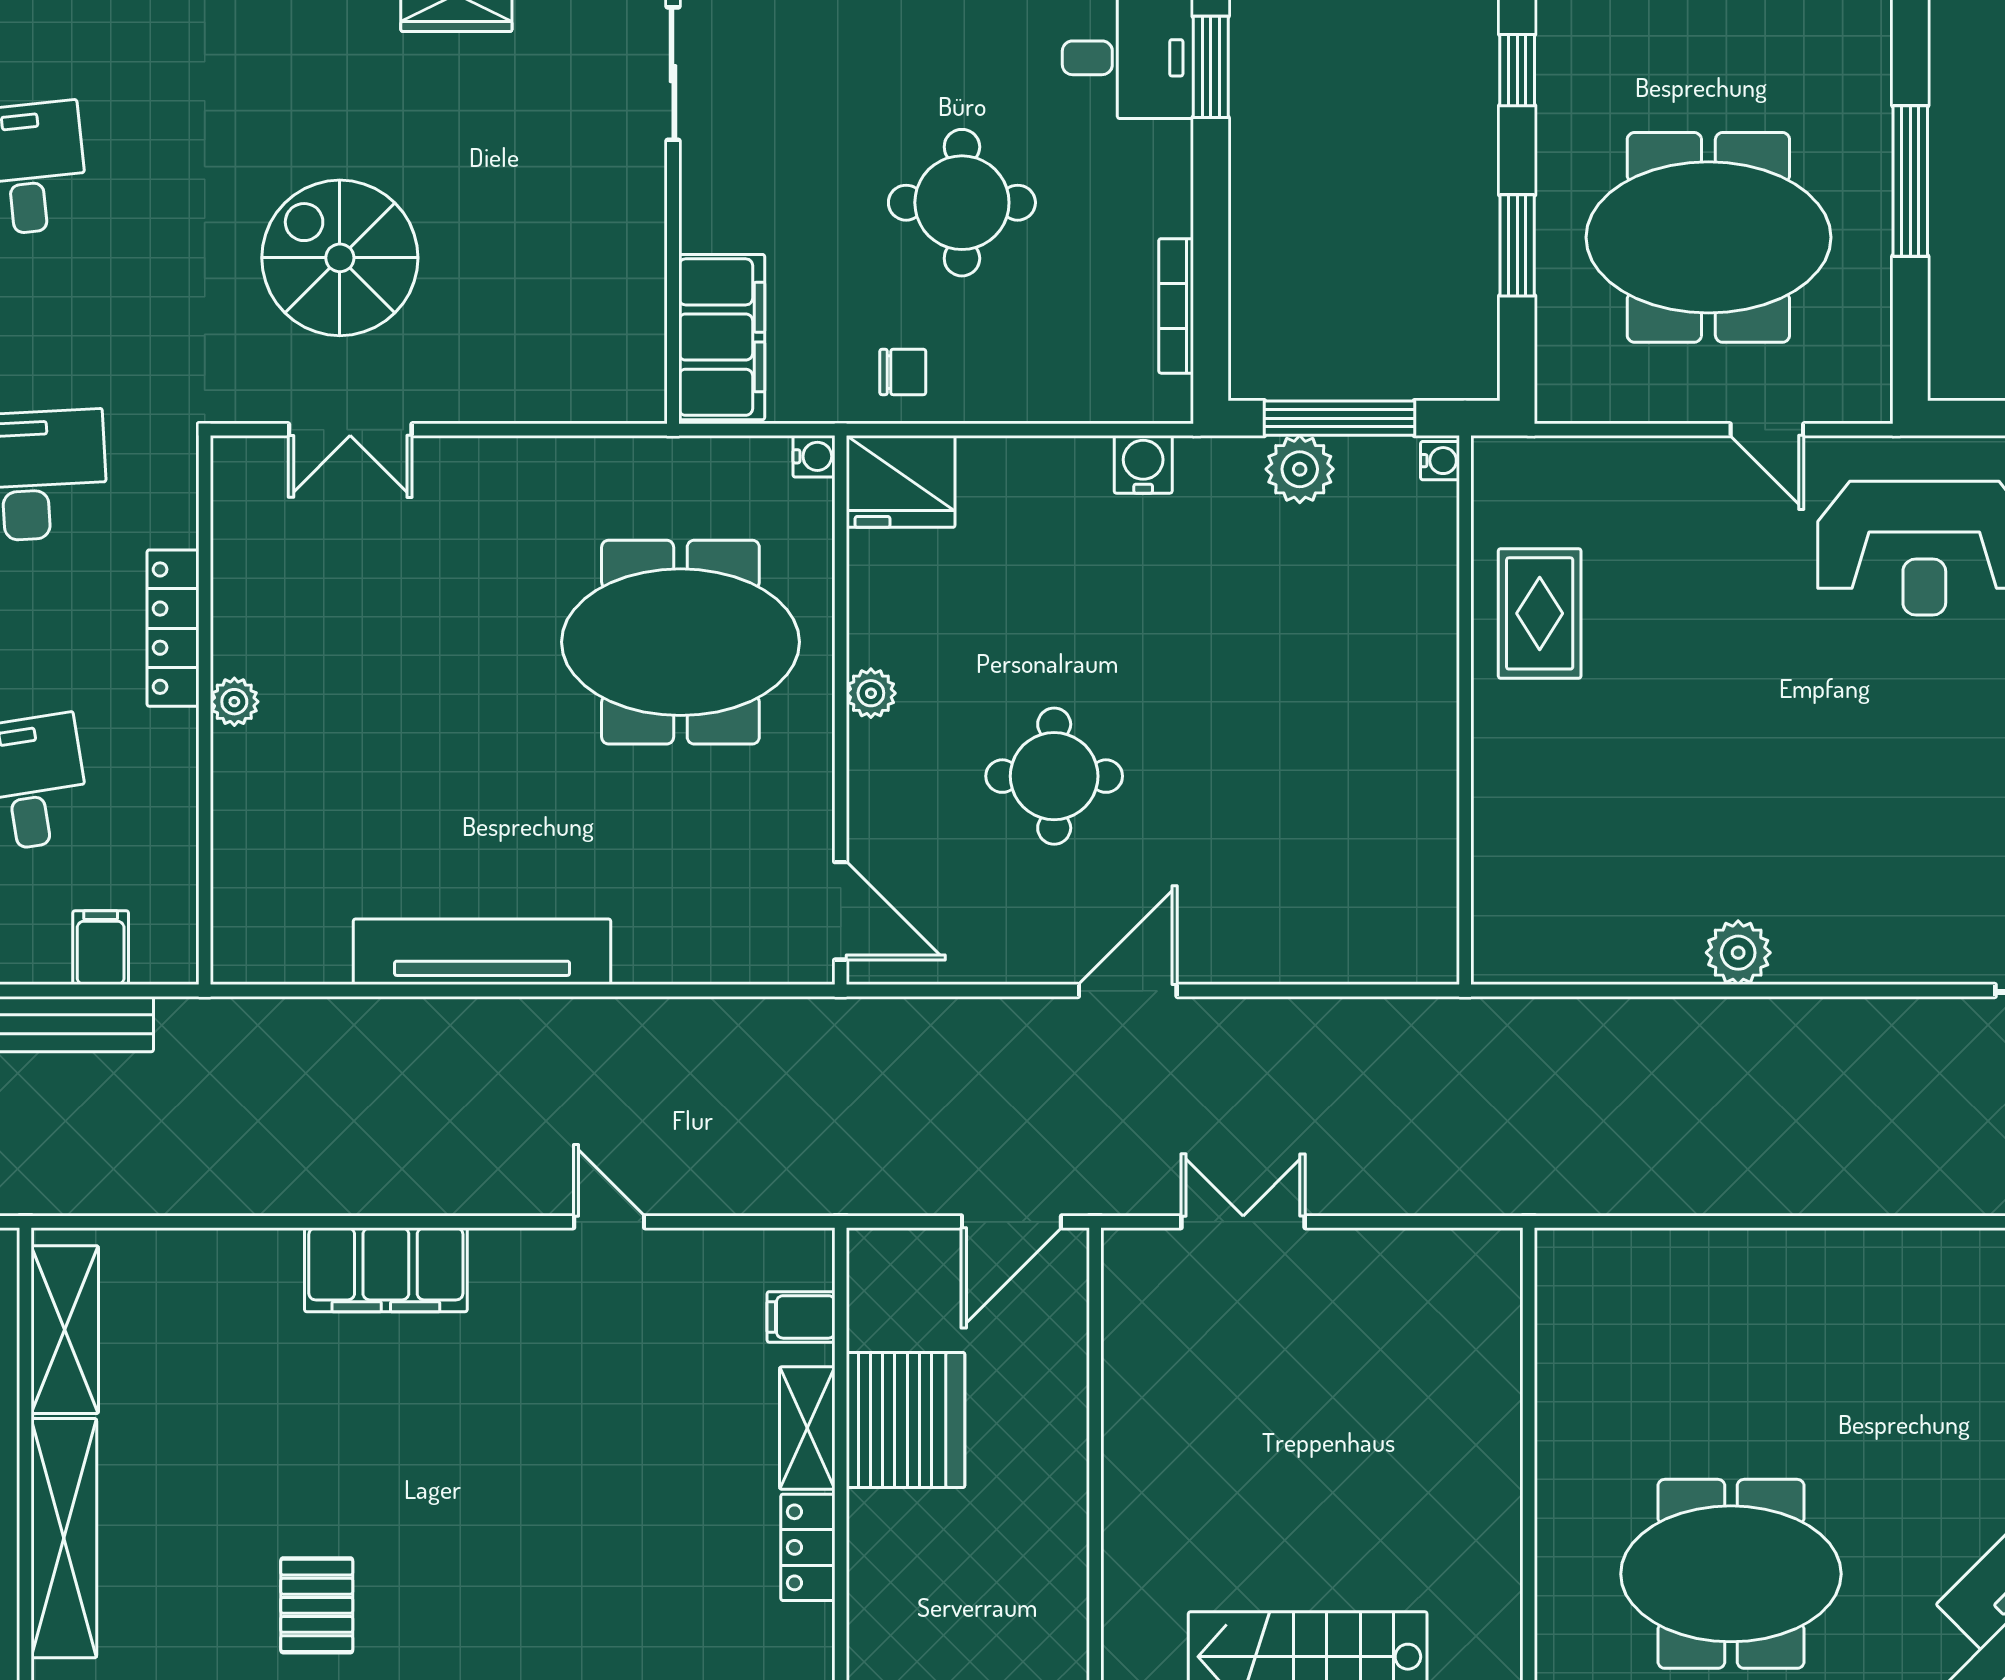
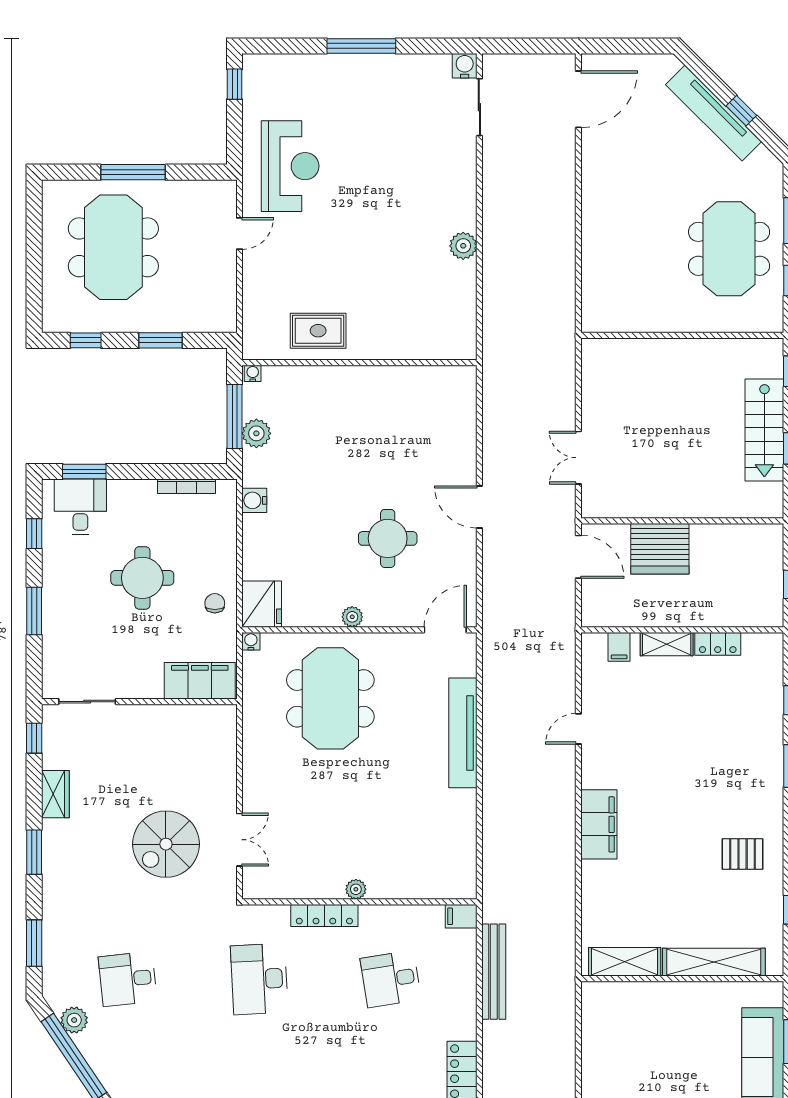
meeting table: (1708, 237) -> (113, 247), moved
filing cabinet: (101, 948) -> (461, 916), moved
tv unit: (482, 952) -> (463, 733), moved
server rack: (906, 1420) -> (660, 549), moved, turned 180

